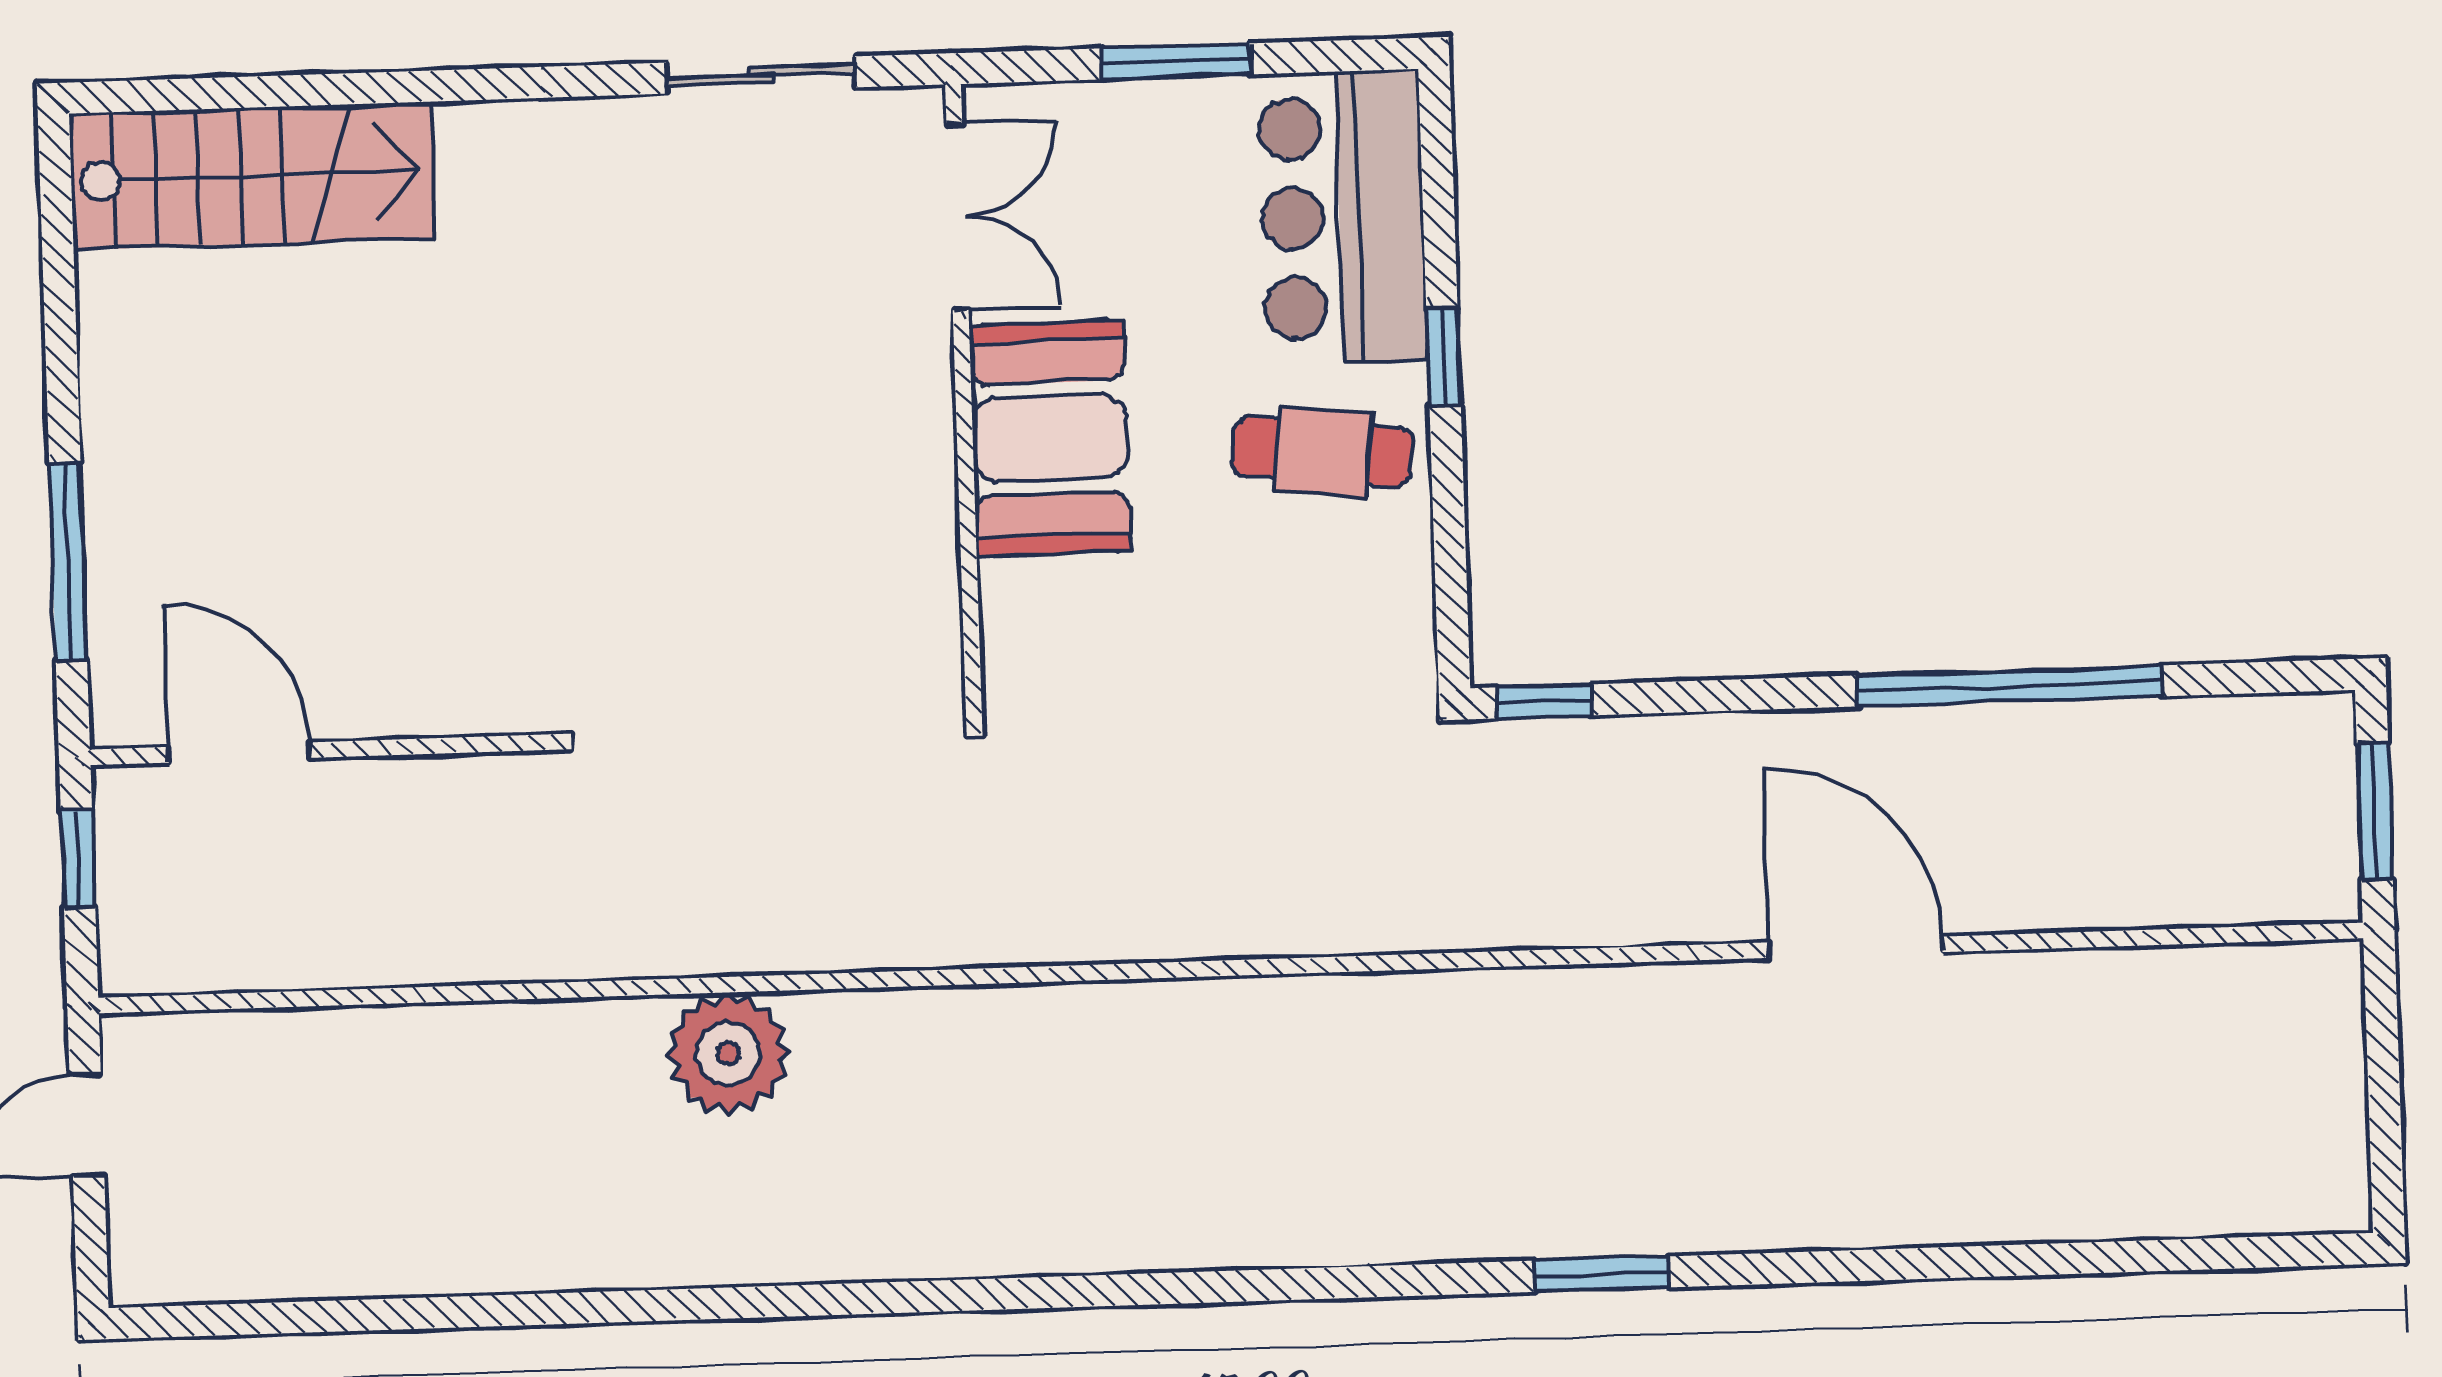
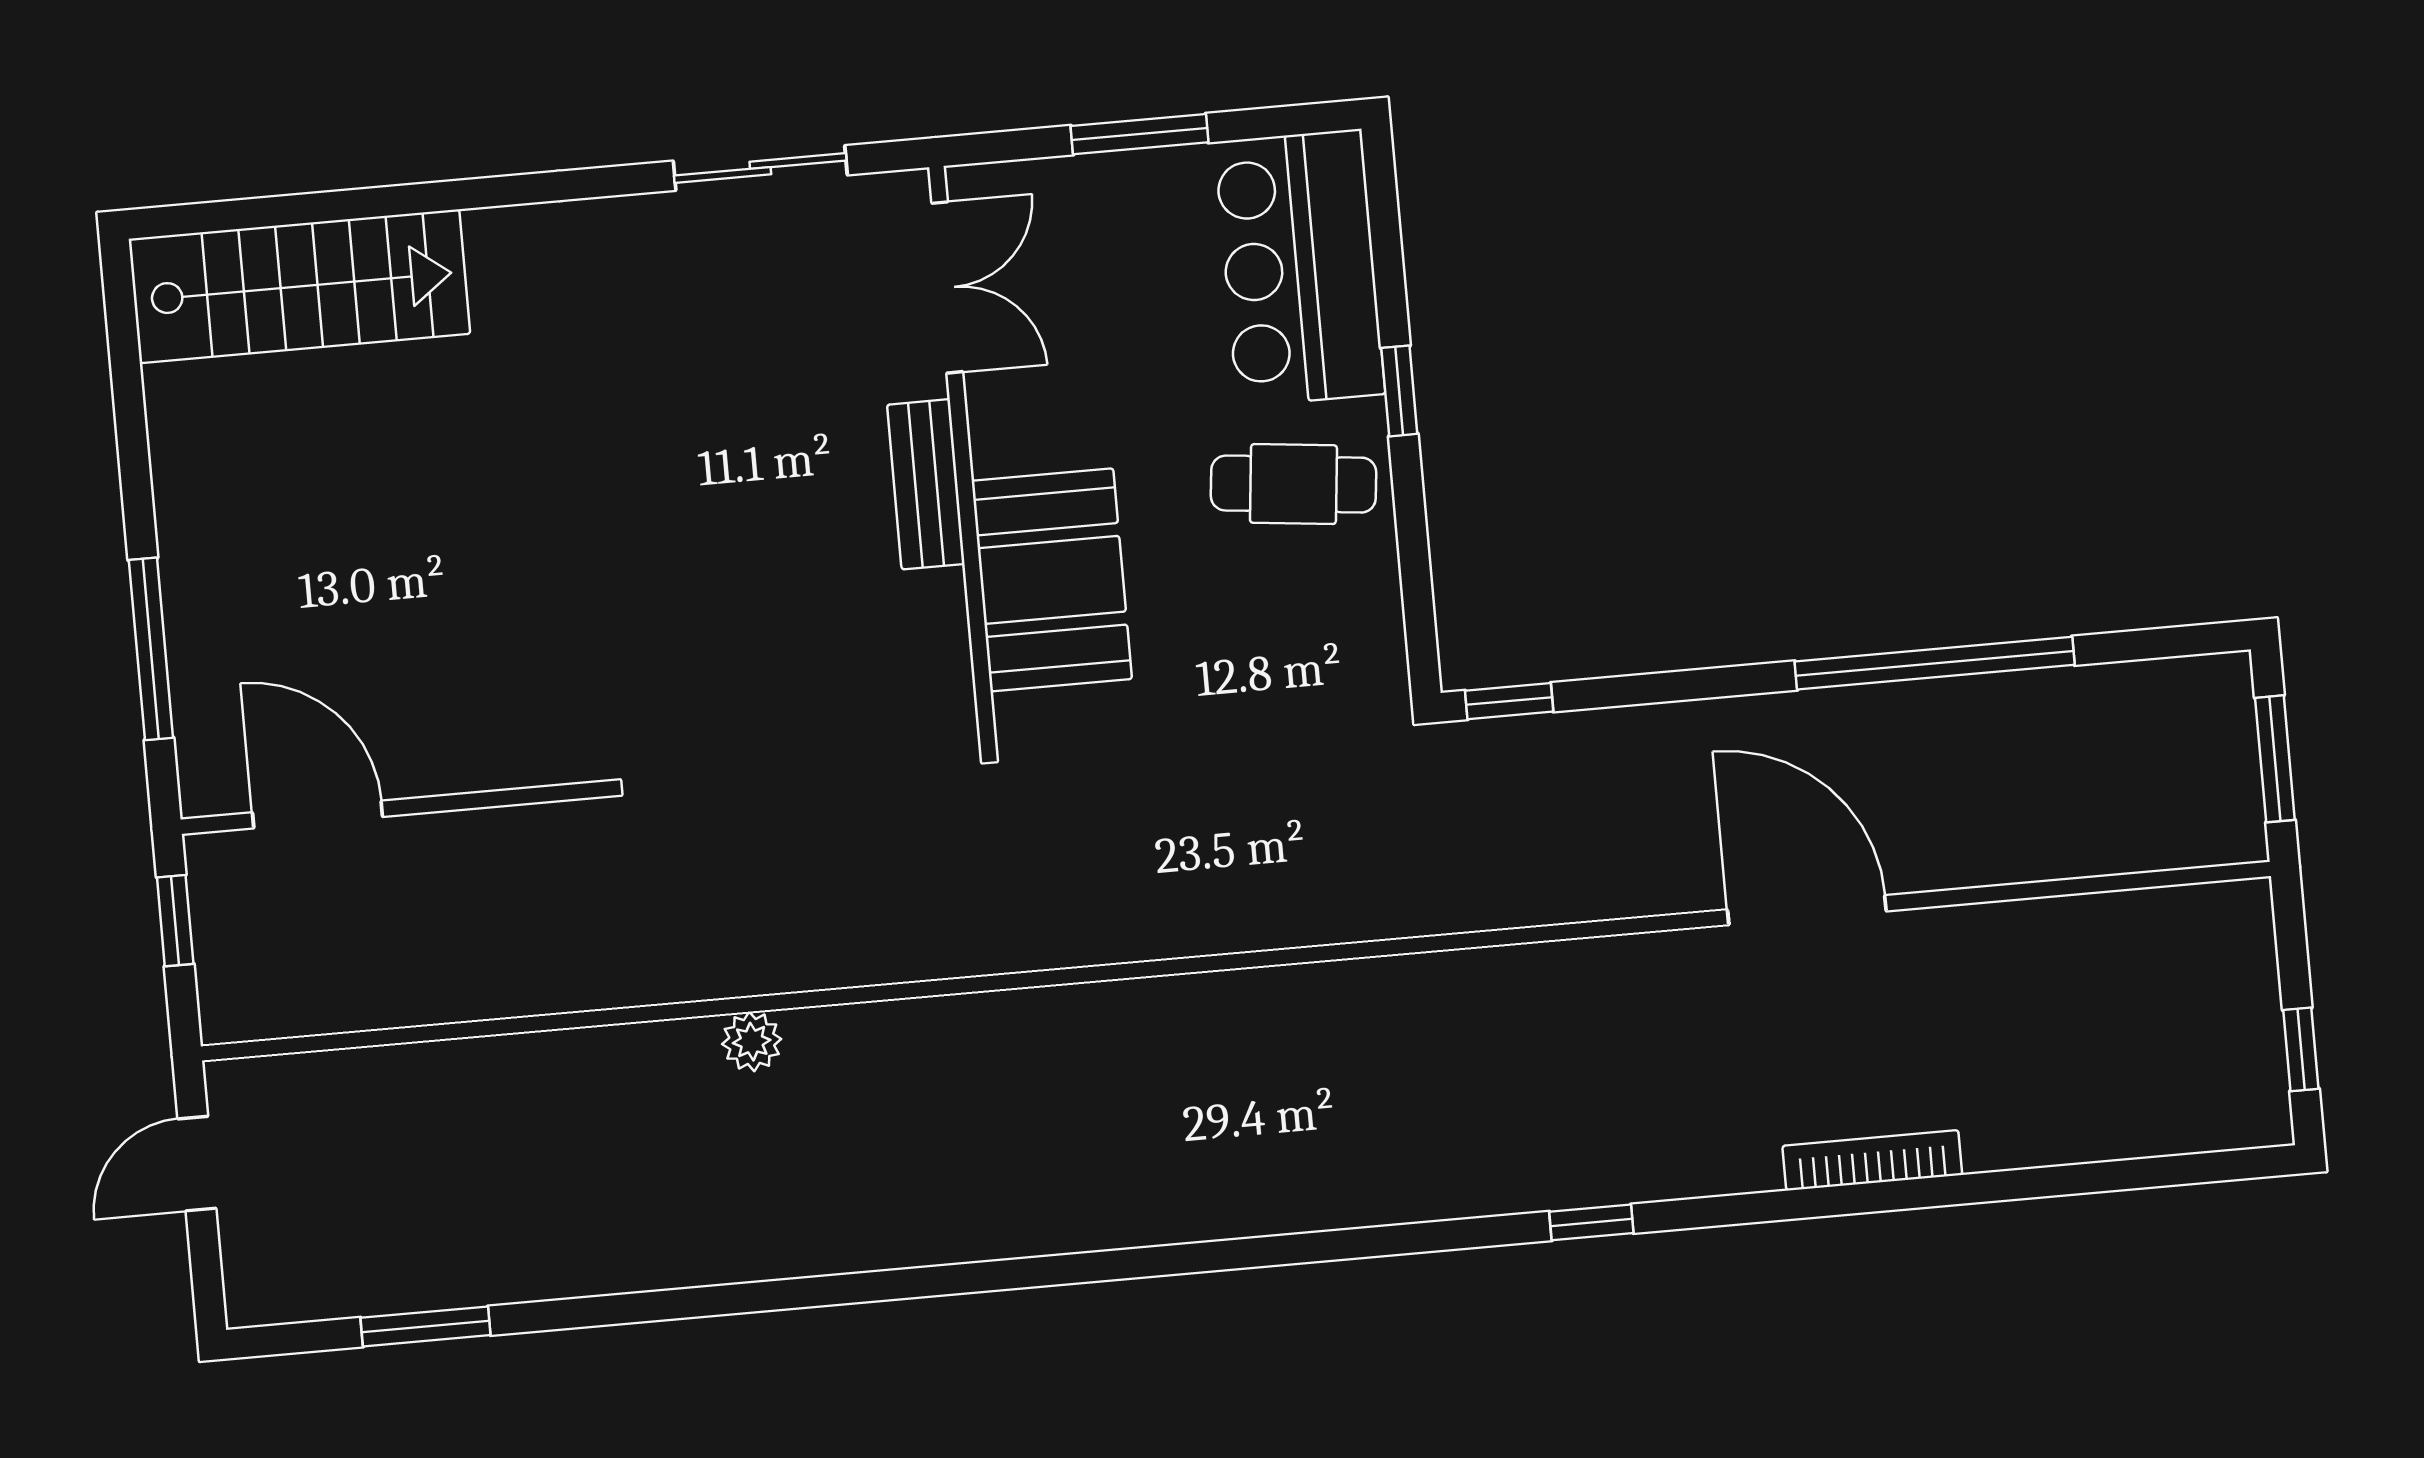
bench: (922, 430) -> (926, 484), added
booth: (1050, 438) -> (1052, 580), moved
plant: (728, 1054) -> (752, 1042), width x0.53, depth x0.53
window: (2385, 1129) -> (2301, 1049), added
bookcase: (1912, 1224) -> (1872, 1160), added
window: (1602, 1274) -> (1591, 1222), width x0.67
window: (326, 1316) -> (425, 1326), added

